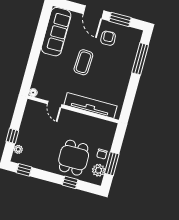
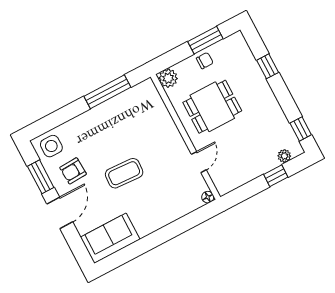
sofa: (56, 32) -> (110, 238), width x0.73
side table: (130, 39) -> (51, 146), added
window: (140, 59) -> (107, 92), moved
tv unit: (90, 105) -> (164, 122), removed
dining table: (74, 158) -> (212, 107), moved
plant: (99, 170) -> (168, 78), moved

